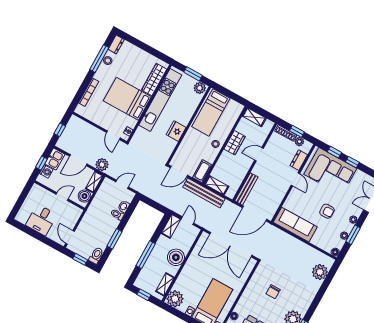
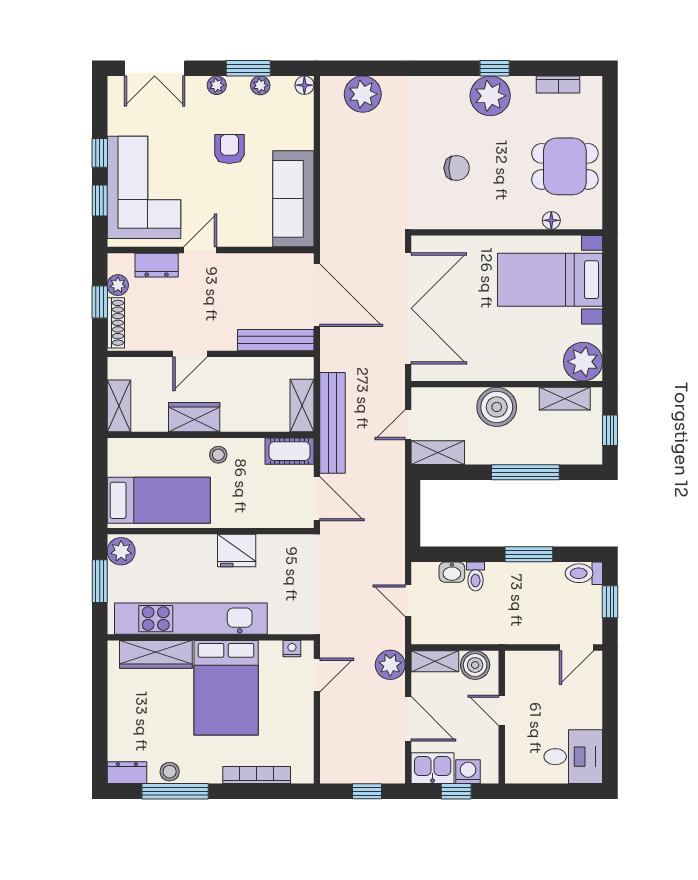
door: (259, 154) -> (190, 354), hinge flipped
desk: (41, 220) -> (573, 757), moved

